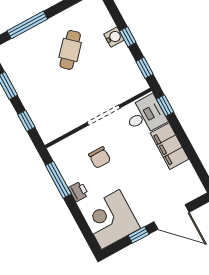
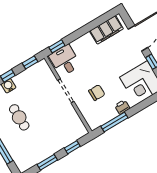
cafe table: (70, 50) -> (19, 117), turned 48
filing cabinet: (170, 146) -> (106, 30), moved

